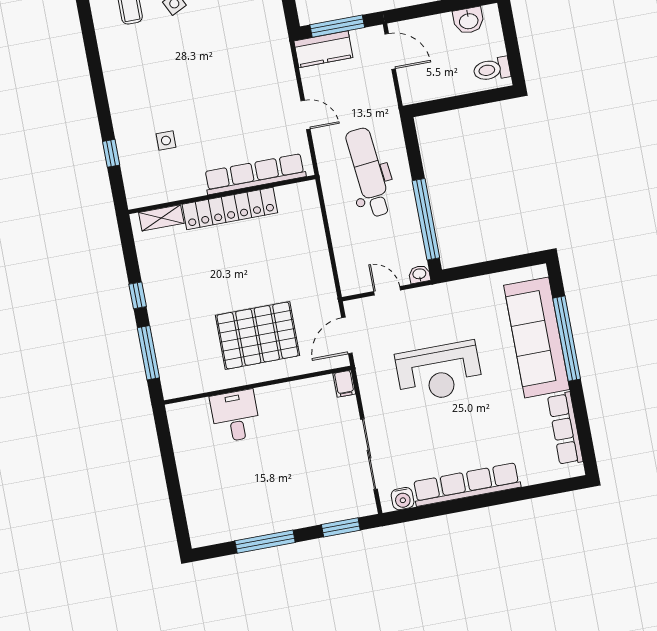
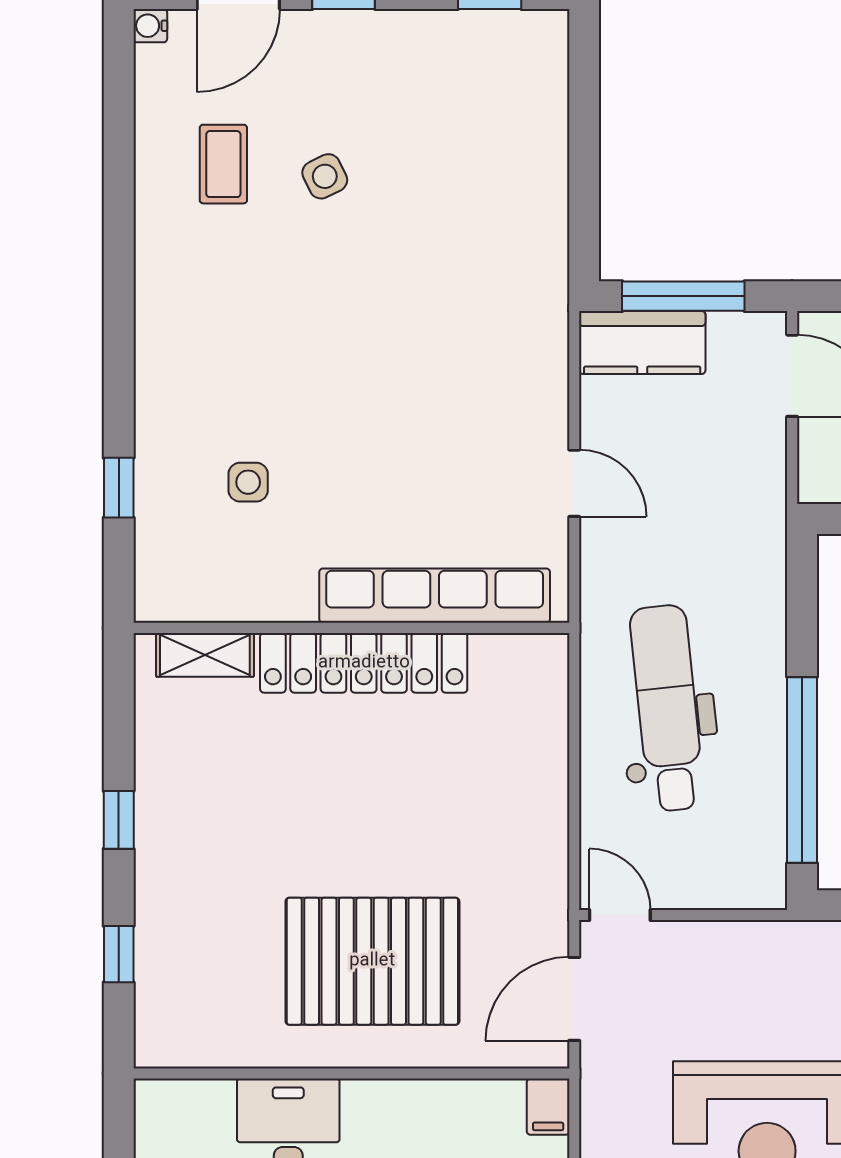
dental chair: (369, 172) -> (667, 708), moved
washbasin: (419, 274) -> (764, 891), removed
door: (387, 291) -> (620, 915), moved
window: (148, 353) -> (119, 954), width x0.46

